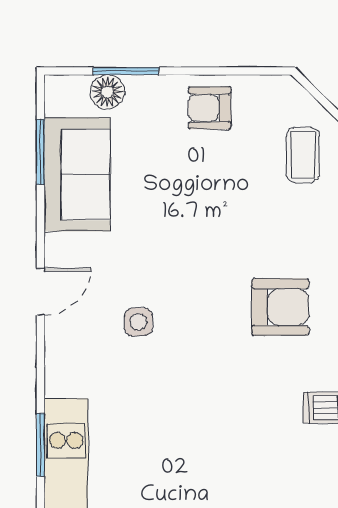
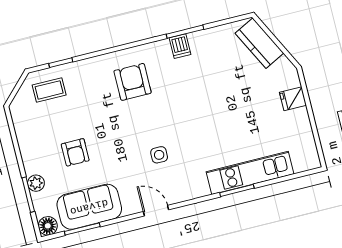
plant: (143, 90) -> (36, 183), added
floor lamp: (107, 92) -> (48, 226), moved
armchair: (210, 108) -> (75, 152), moved

